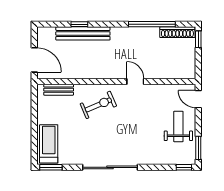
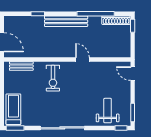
bench: (83, 33) -> (66, 21), moved
exercise bike: (98, 105) -> (53, 78), turned 113
weight bench: (178, 127) -> (108, 111), moved

